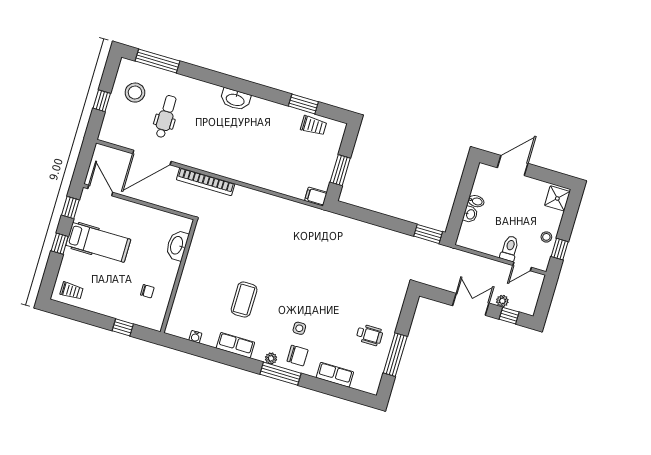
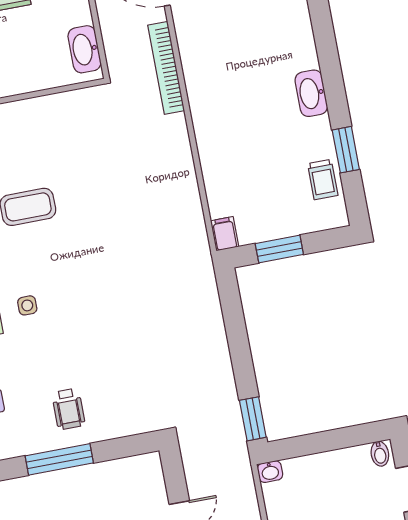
washbasin: (235, 99) -> (311, 93), moved
bidet: (476, 201) -> (380, 454), moved
washbasin: (470, 214) -> (270, 472), moved
washbasin: (177, 245) -> (84, 49), moved, turned -90

